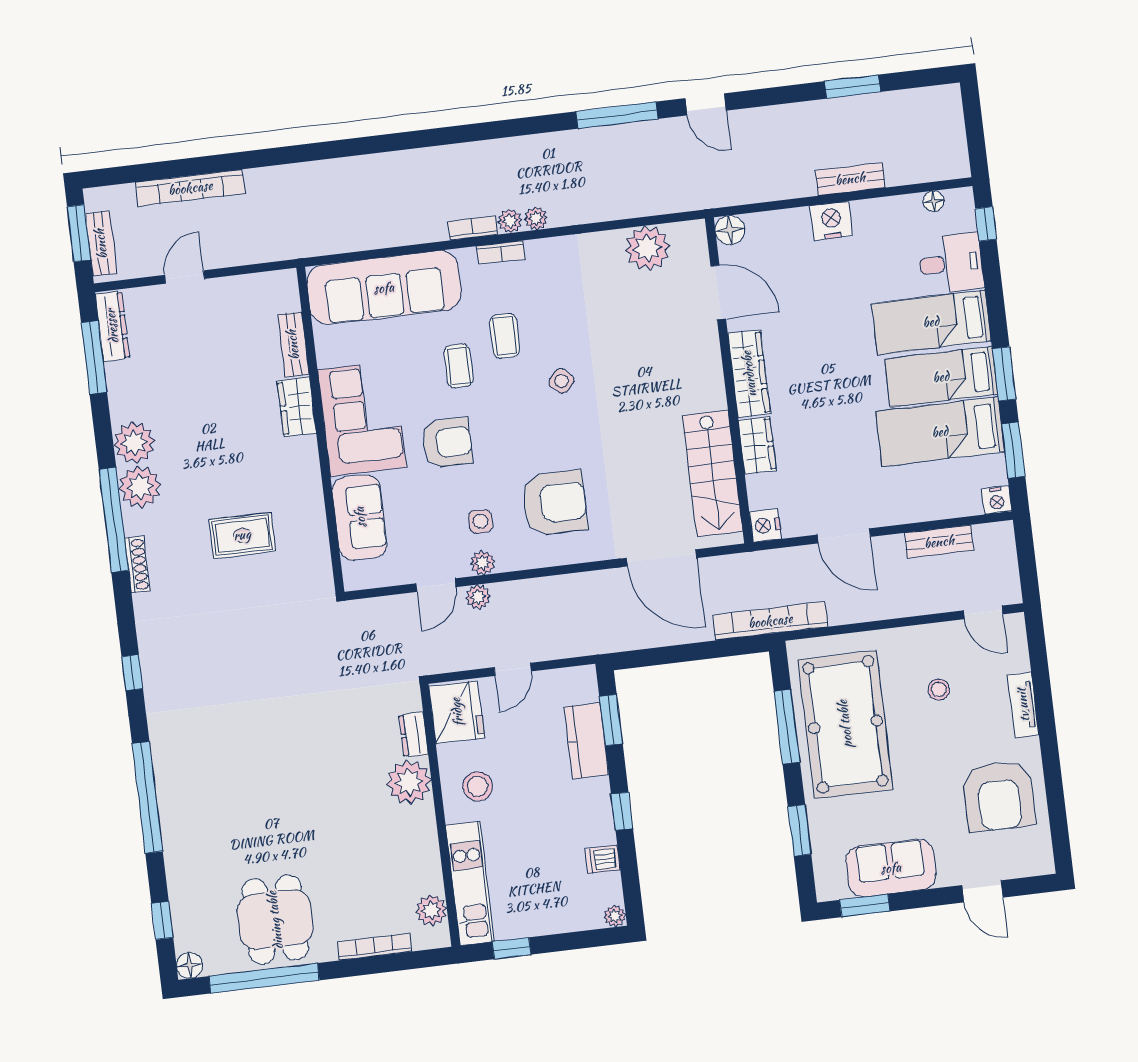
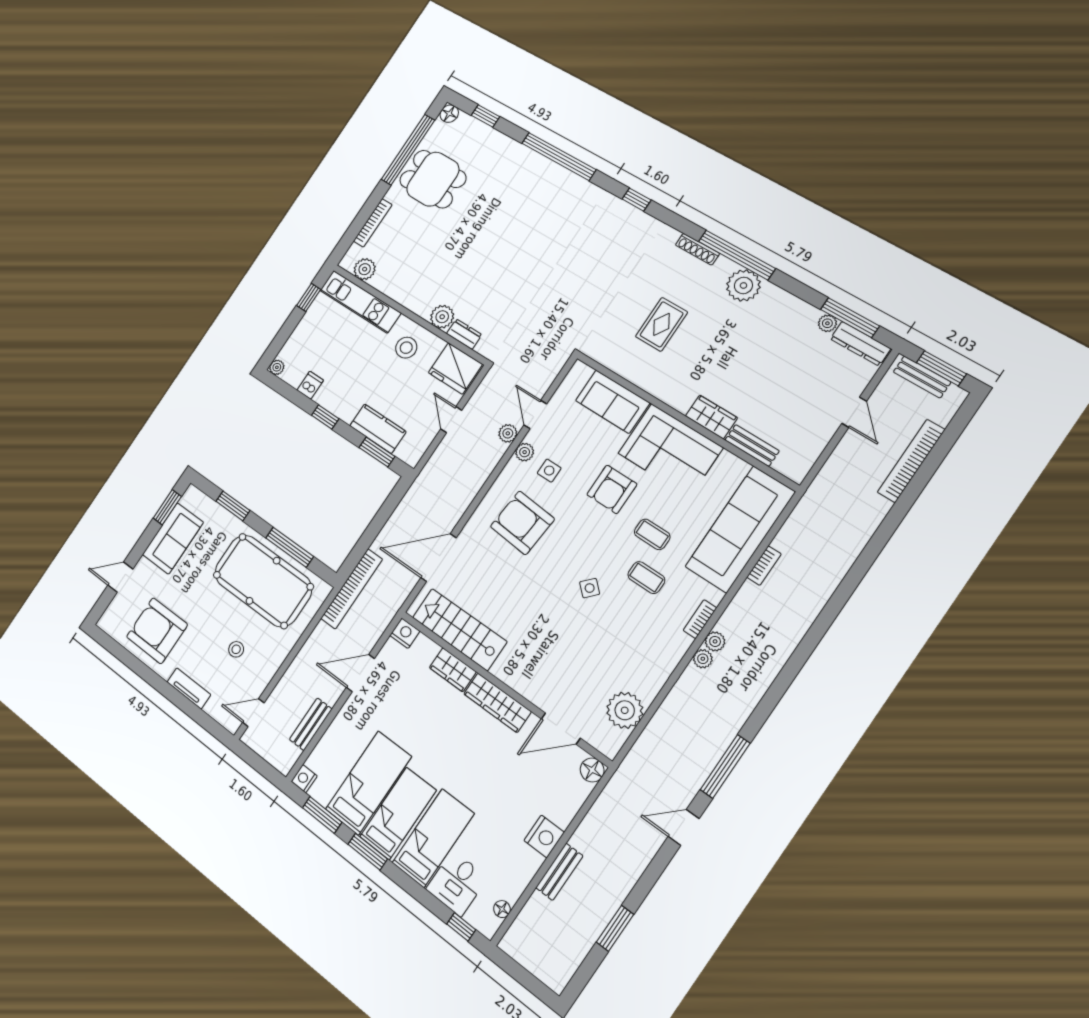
bookcase: (472, 228) -> (764, 566), moved
plant: (134, 443) -> (827, 323), moved, width x0.53, depth x0.53
armchair: (555, 503) -> (522, 523), turned 95
plant: (409, 782) -> (442, 317), width x0.73, depth x0.73

